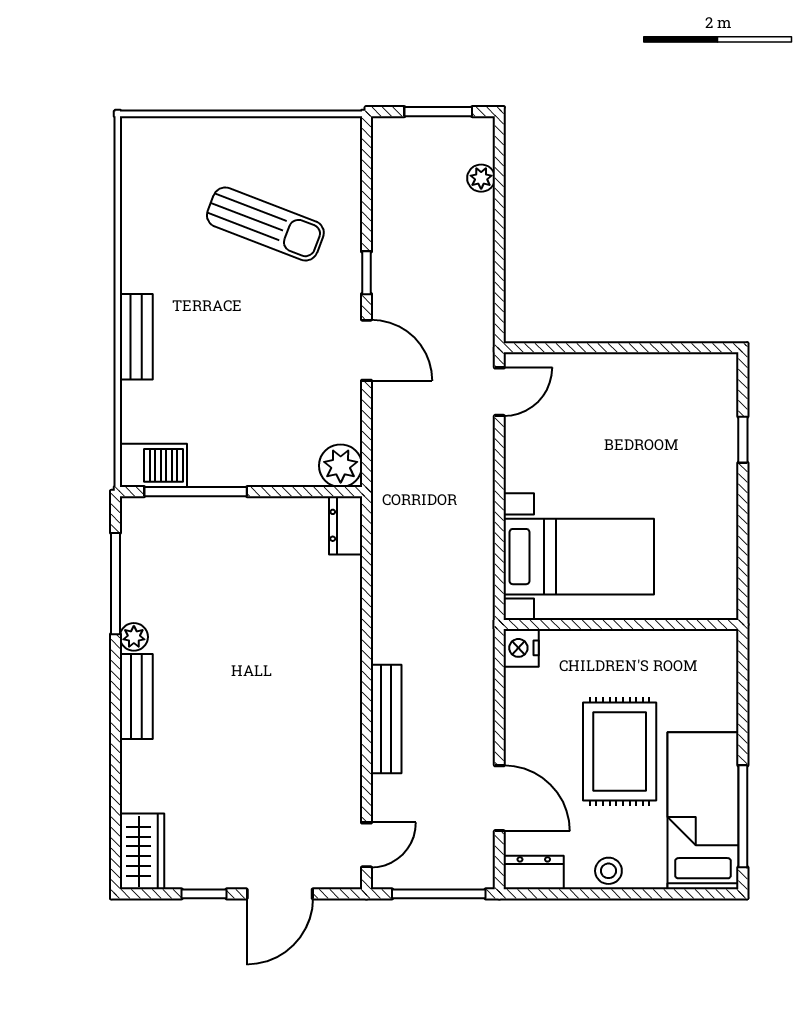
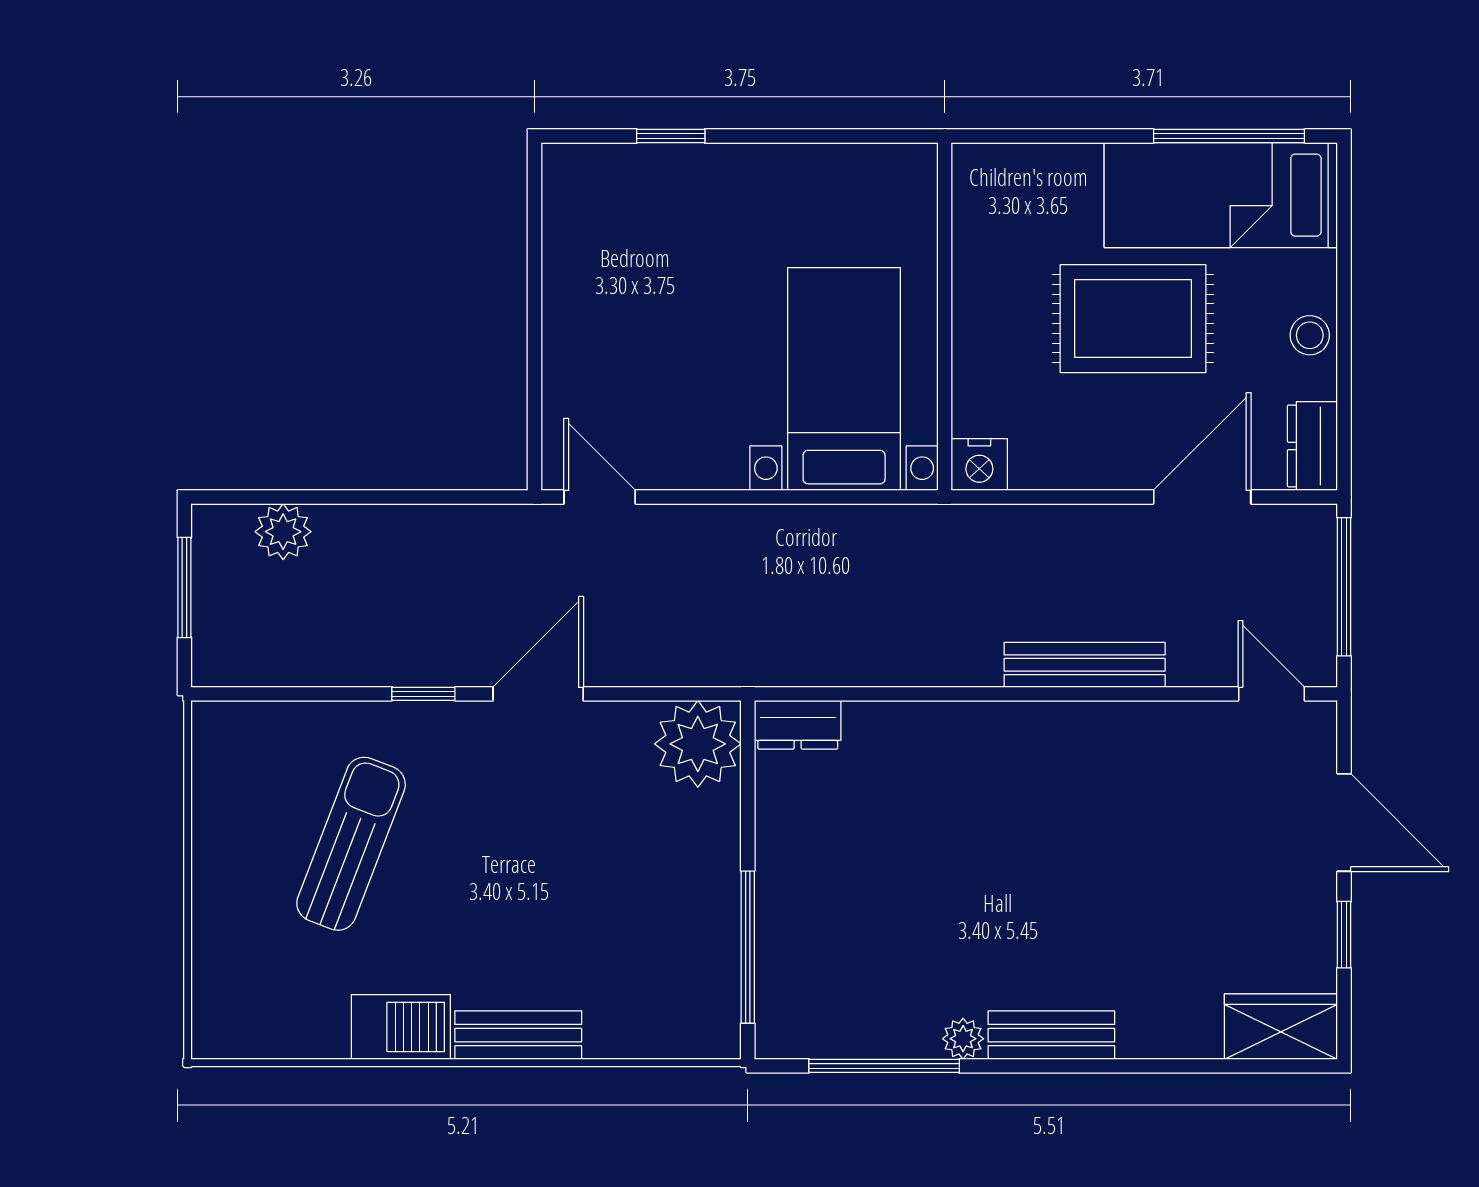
plant: (481, 178) -> (283, 532), width x1.38, depth x1.38
barbecue: (153, 465) -> (401, 1027), moved, turned 90
plant: (341, 466) -> (698, 744), width x1.36, depth x1.36

